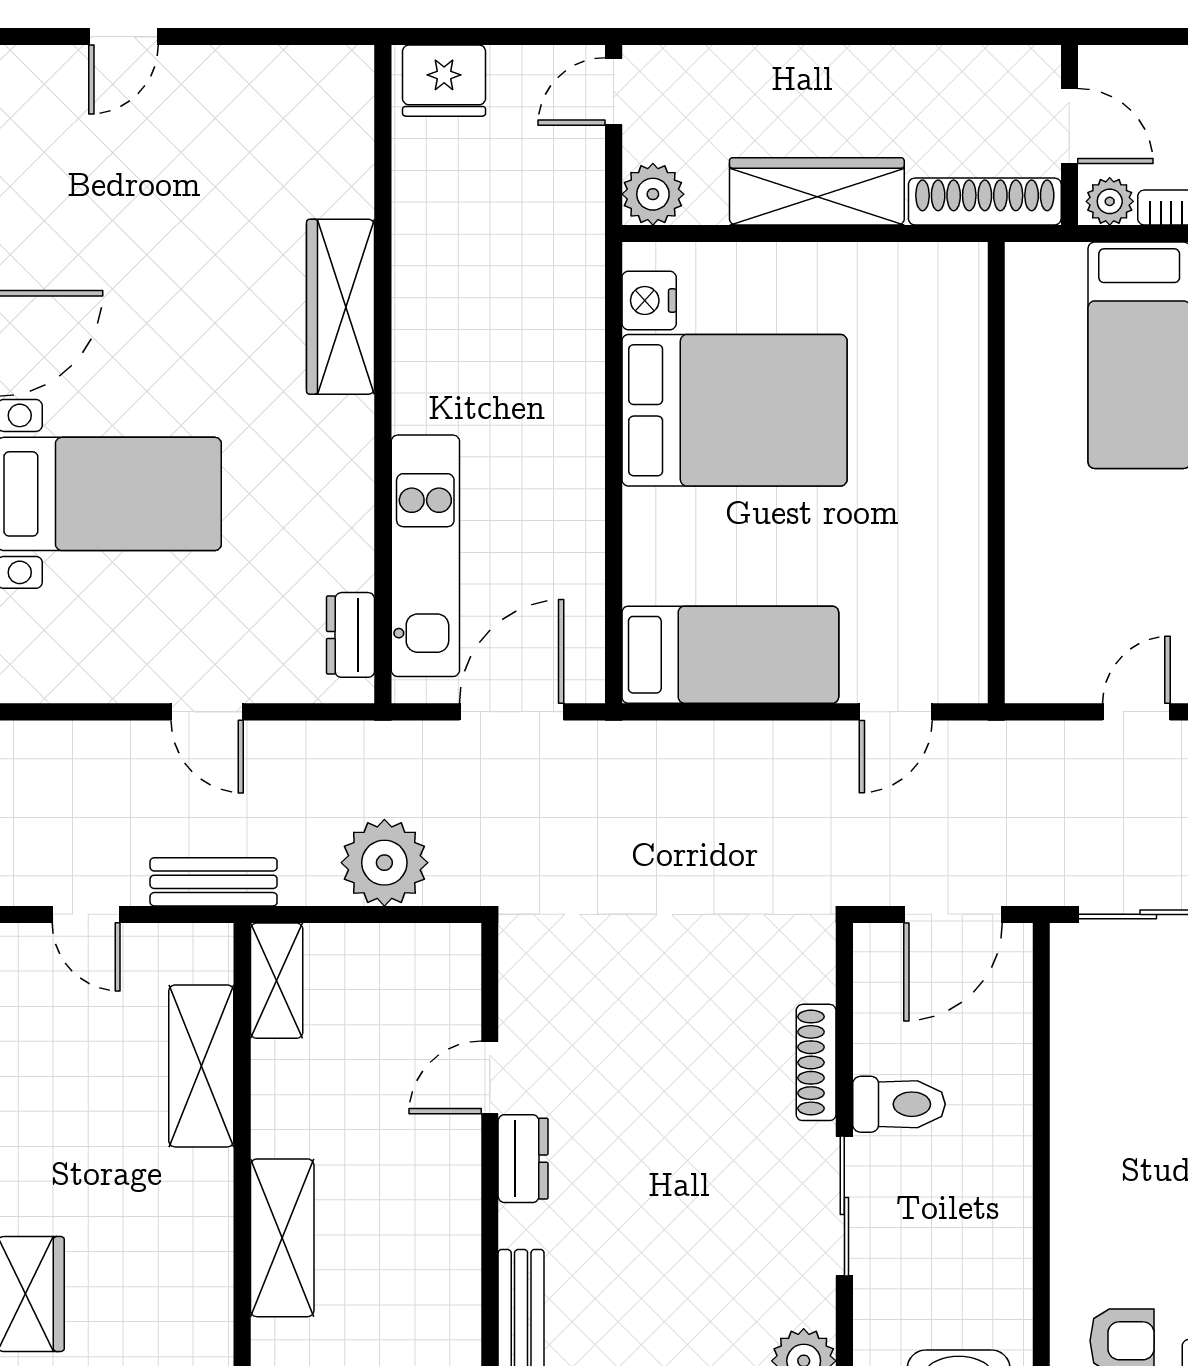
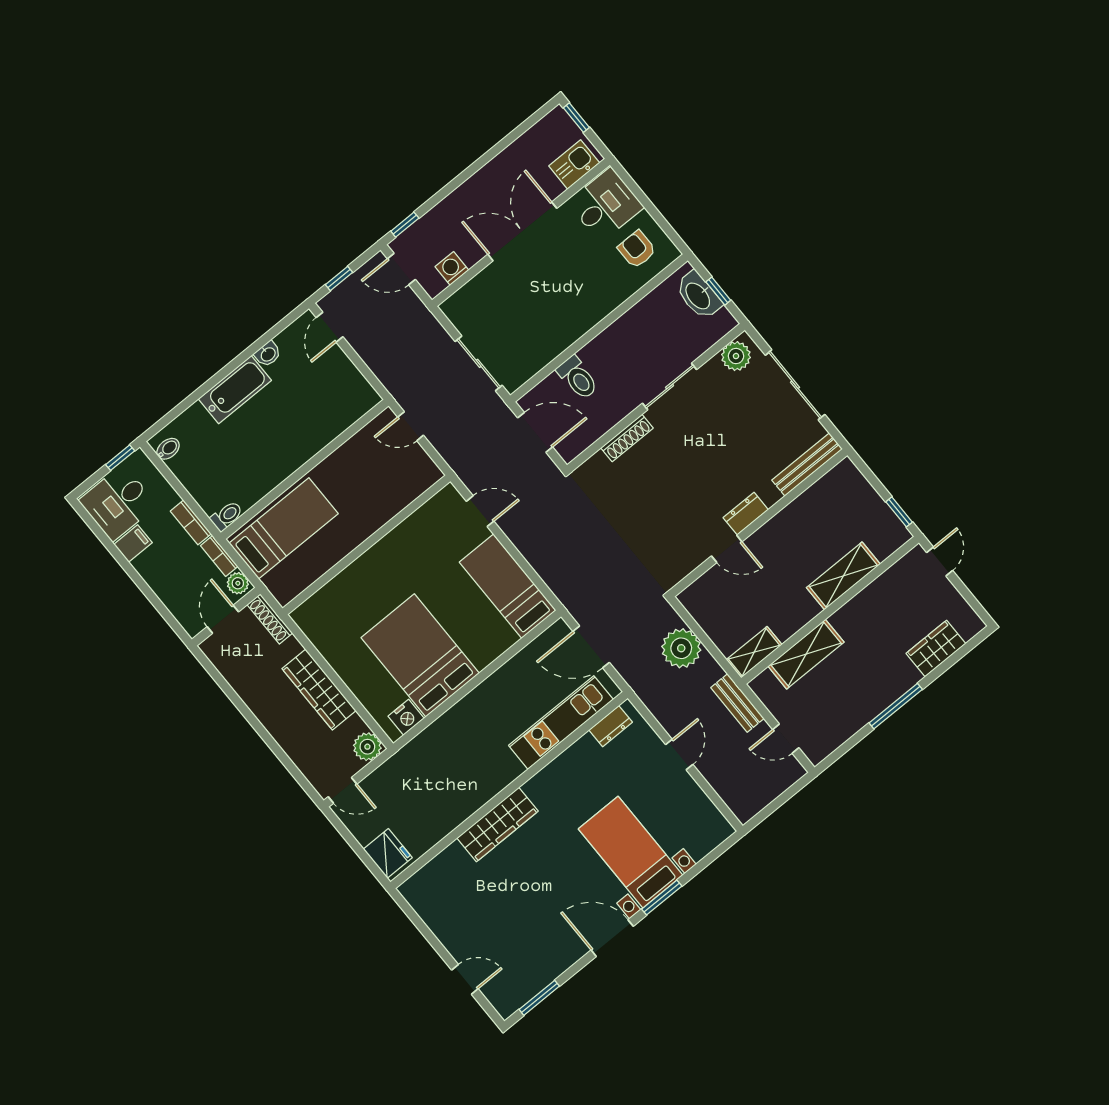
shoe rack: (985, 202) -> (270, 619), width x0.74, depth x0.81
door: (86, 914) -> (786, 739), swing flipped
toilet: (899, 1104) -> (578, 378), moved, turned 180

